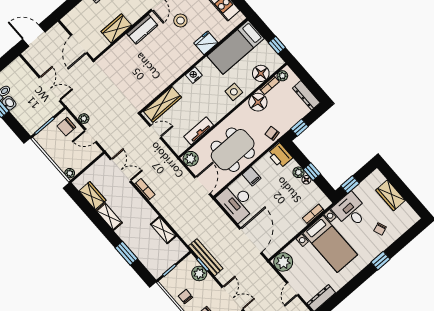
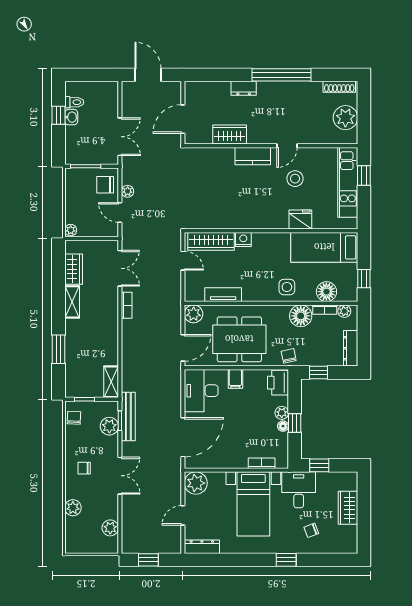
nightstand: (194, 75) -> (243, 239), moved
shelving: (163, 230) -> (111, 382), moved
chair: (185, 297) -> (74, 418), moved

